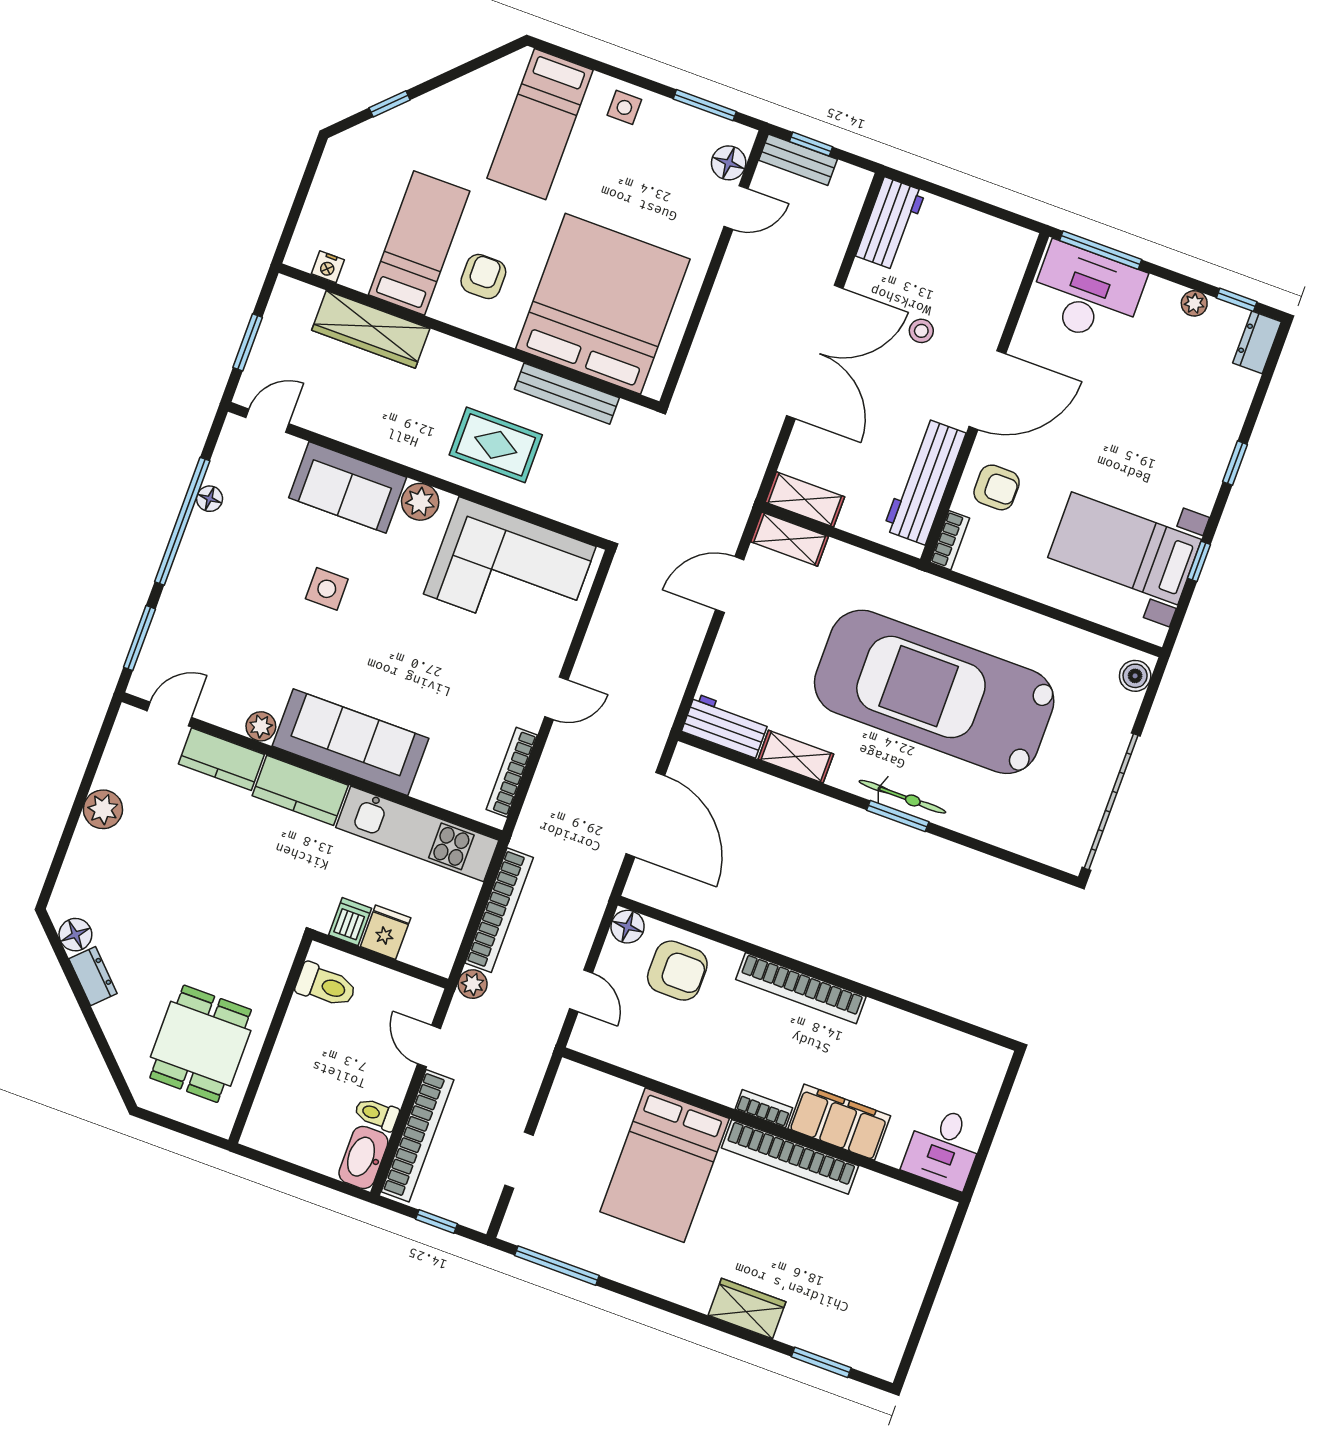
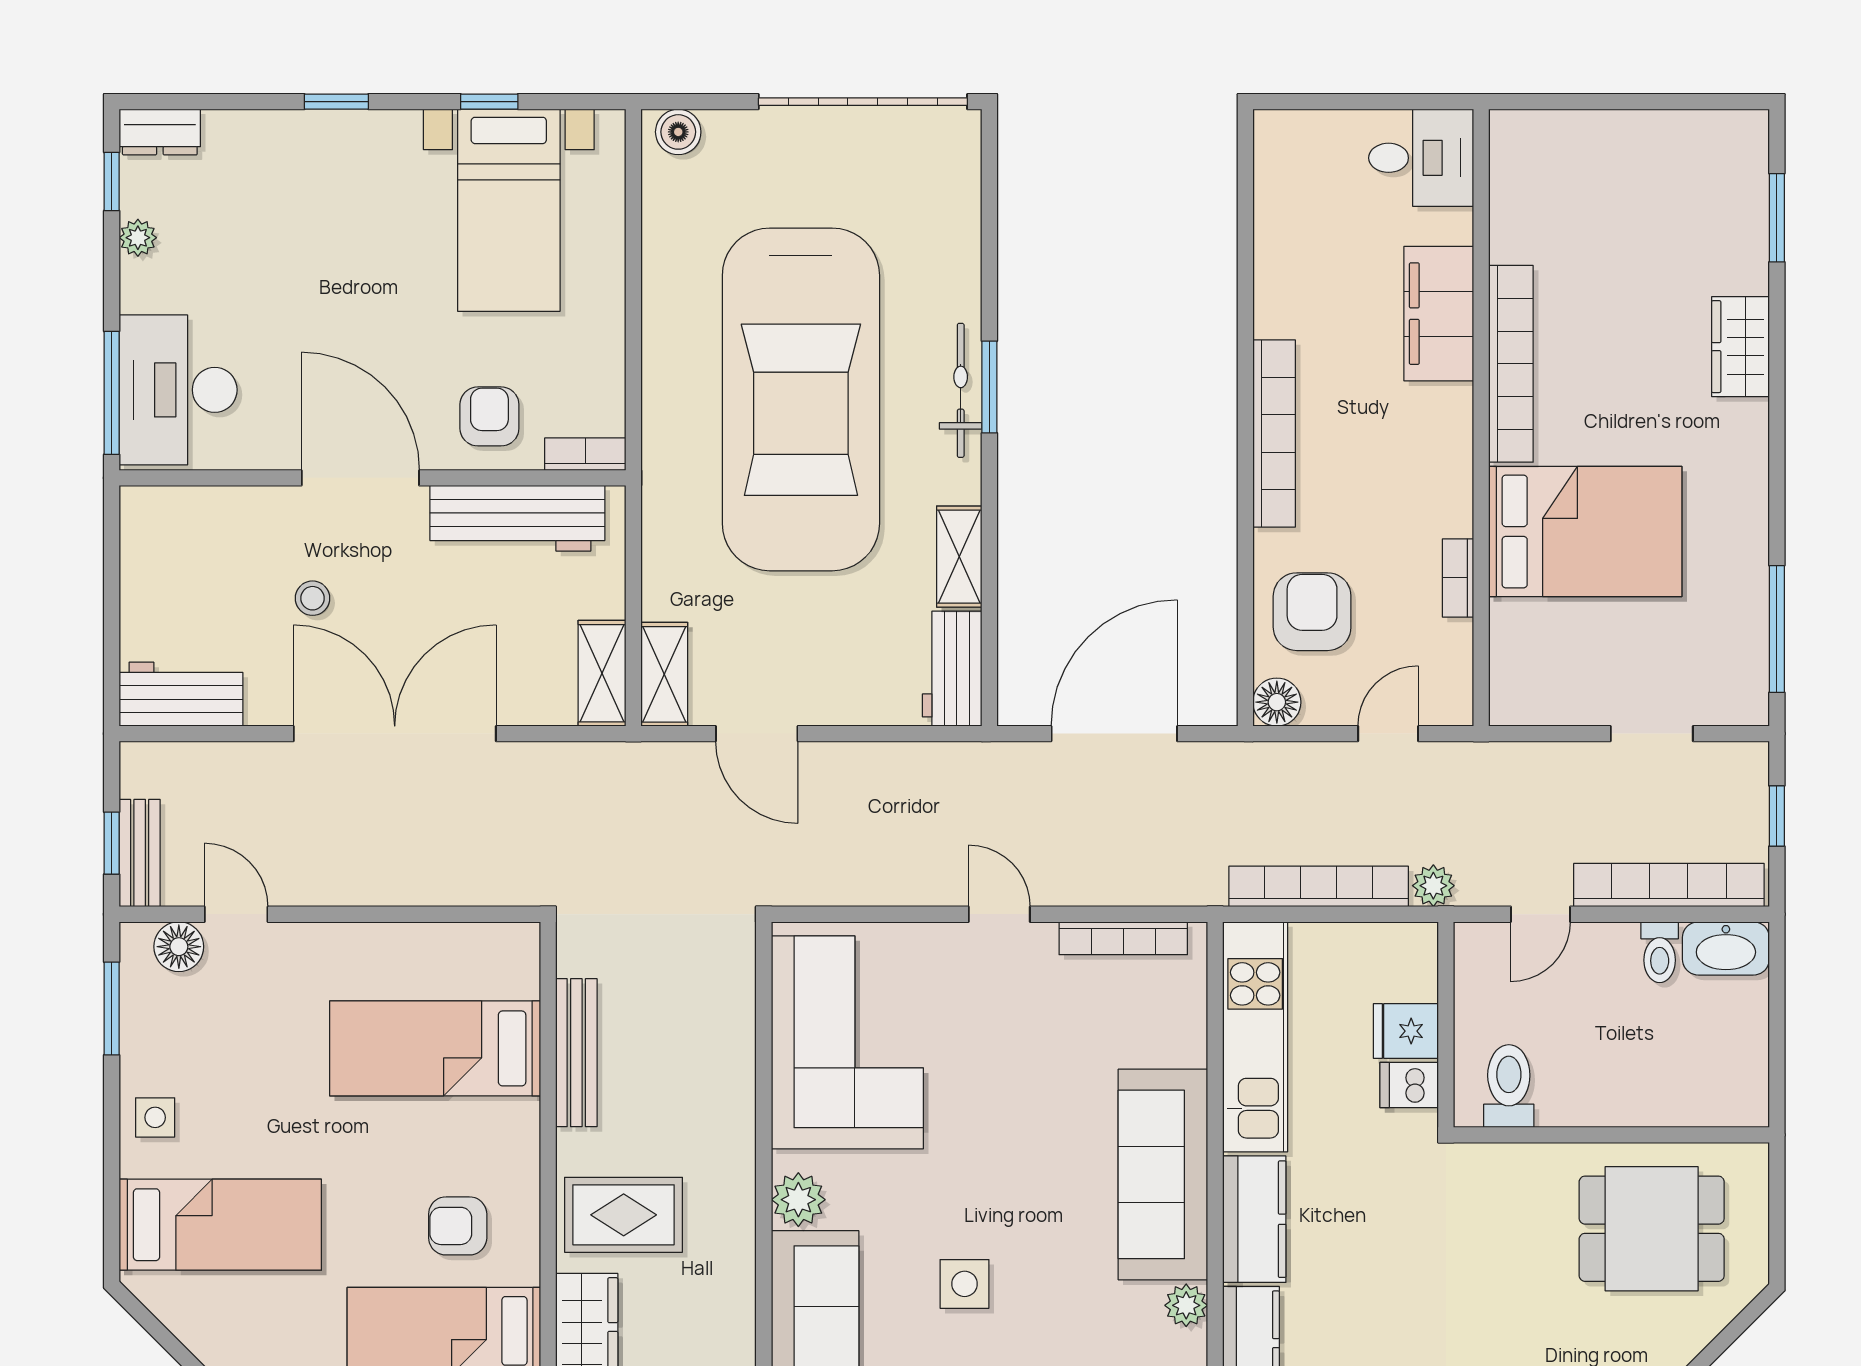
bed: (603, 304) -> (435, 1048), width x0.49
rug: (496, 445) -> (624, 1215), moved, turned 90
bookcase: (764, 1109) -> (1458, 578), moved

